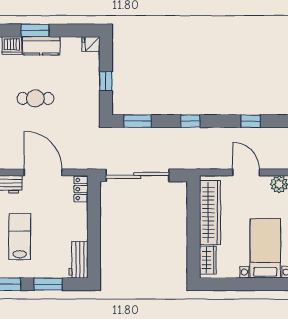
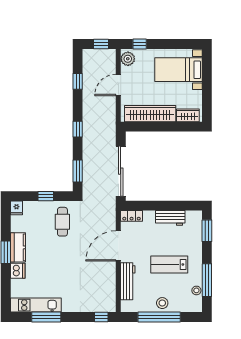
cafe table: (35, 98) -> (62, 222), moved
workbench: (78, 260) -> (170, 218), moved
window: (48, 284) -> (207, 231), moved

